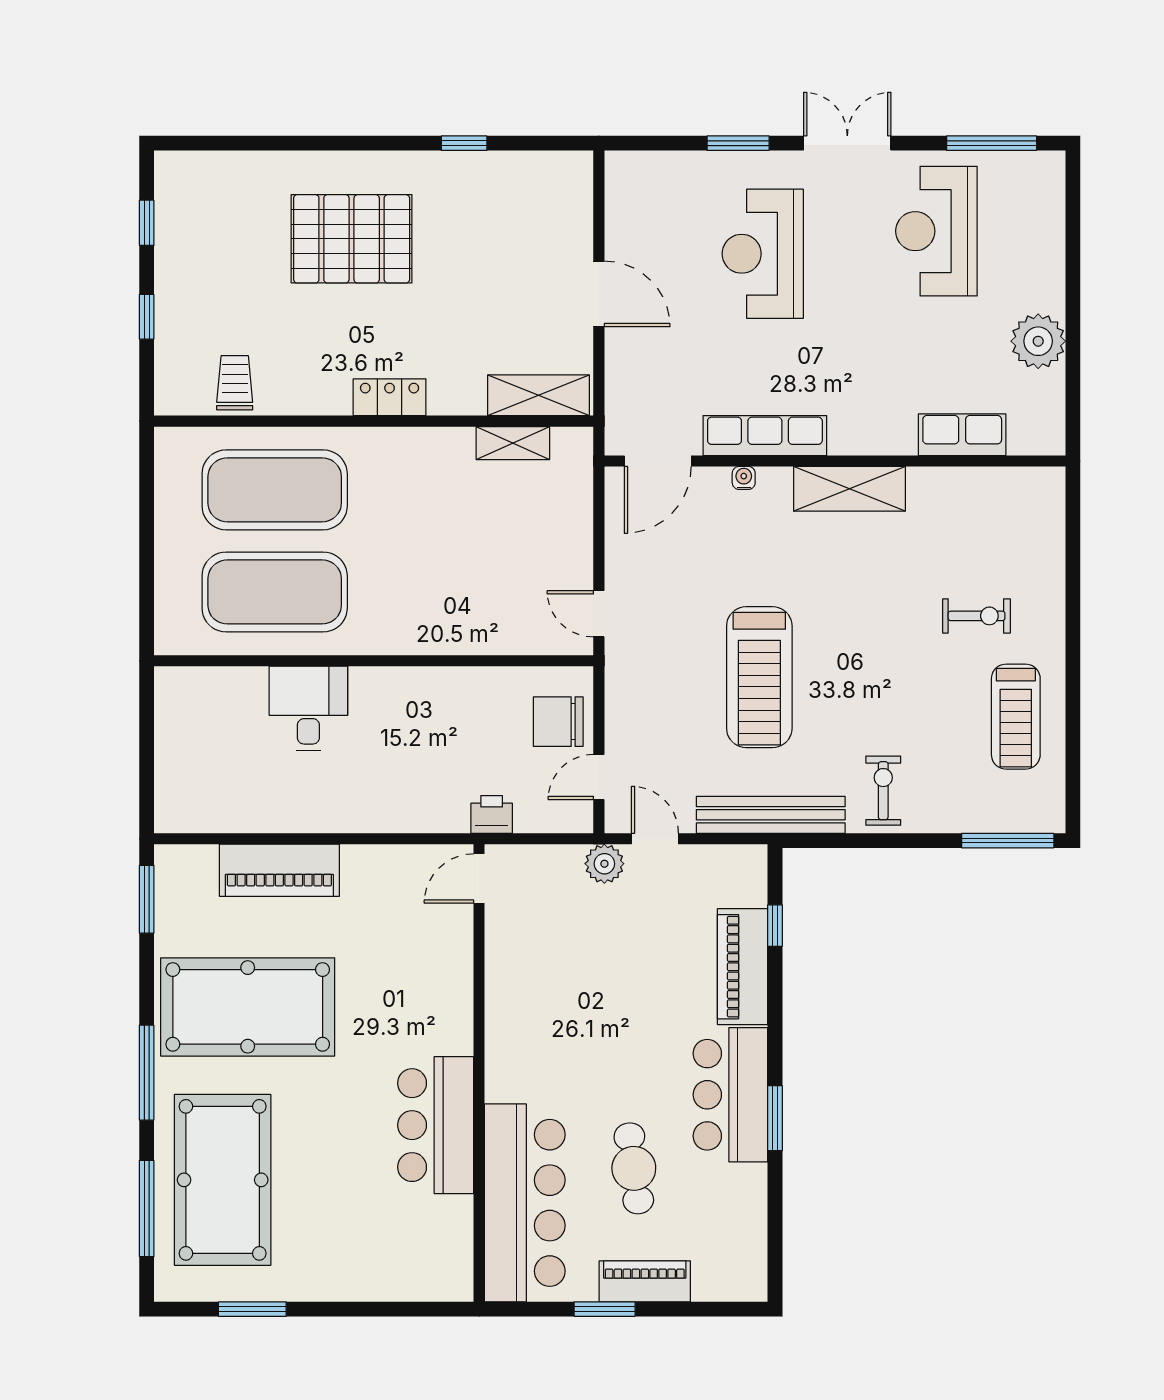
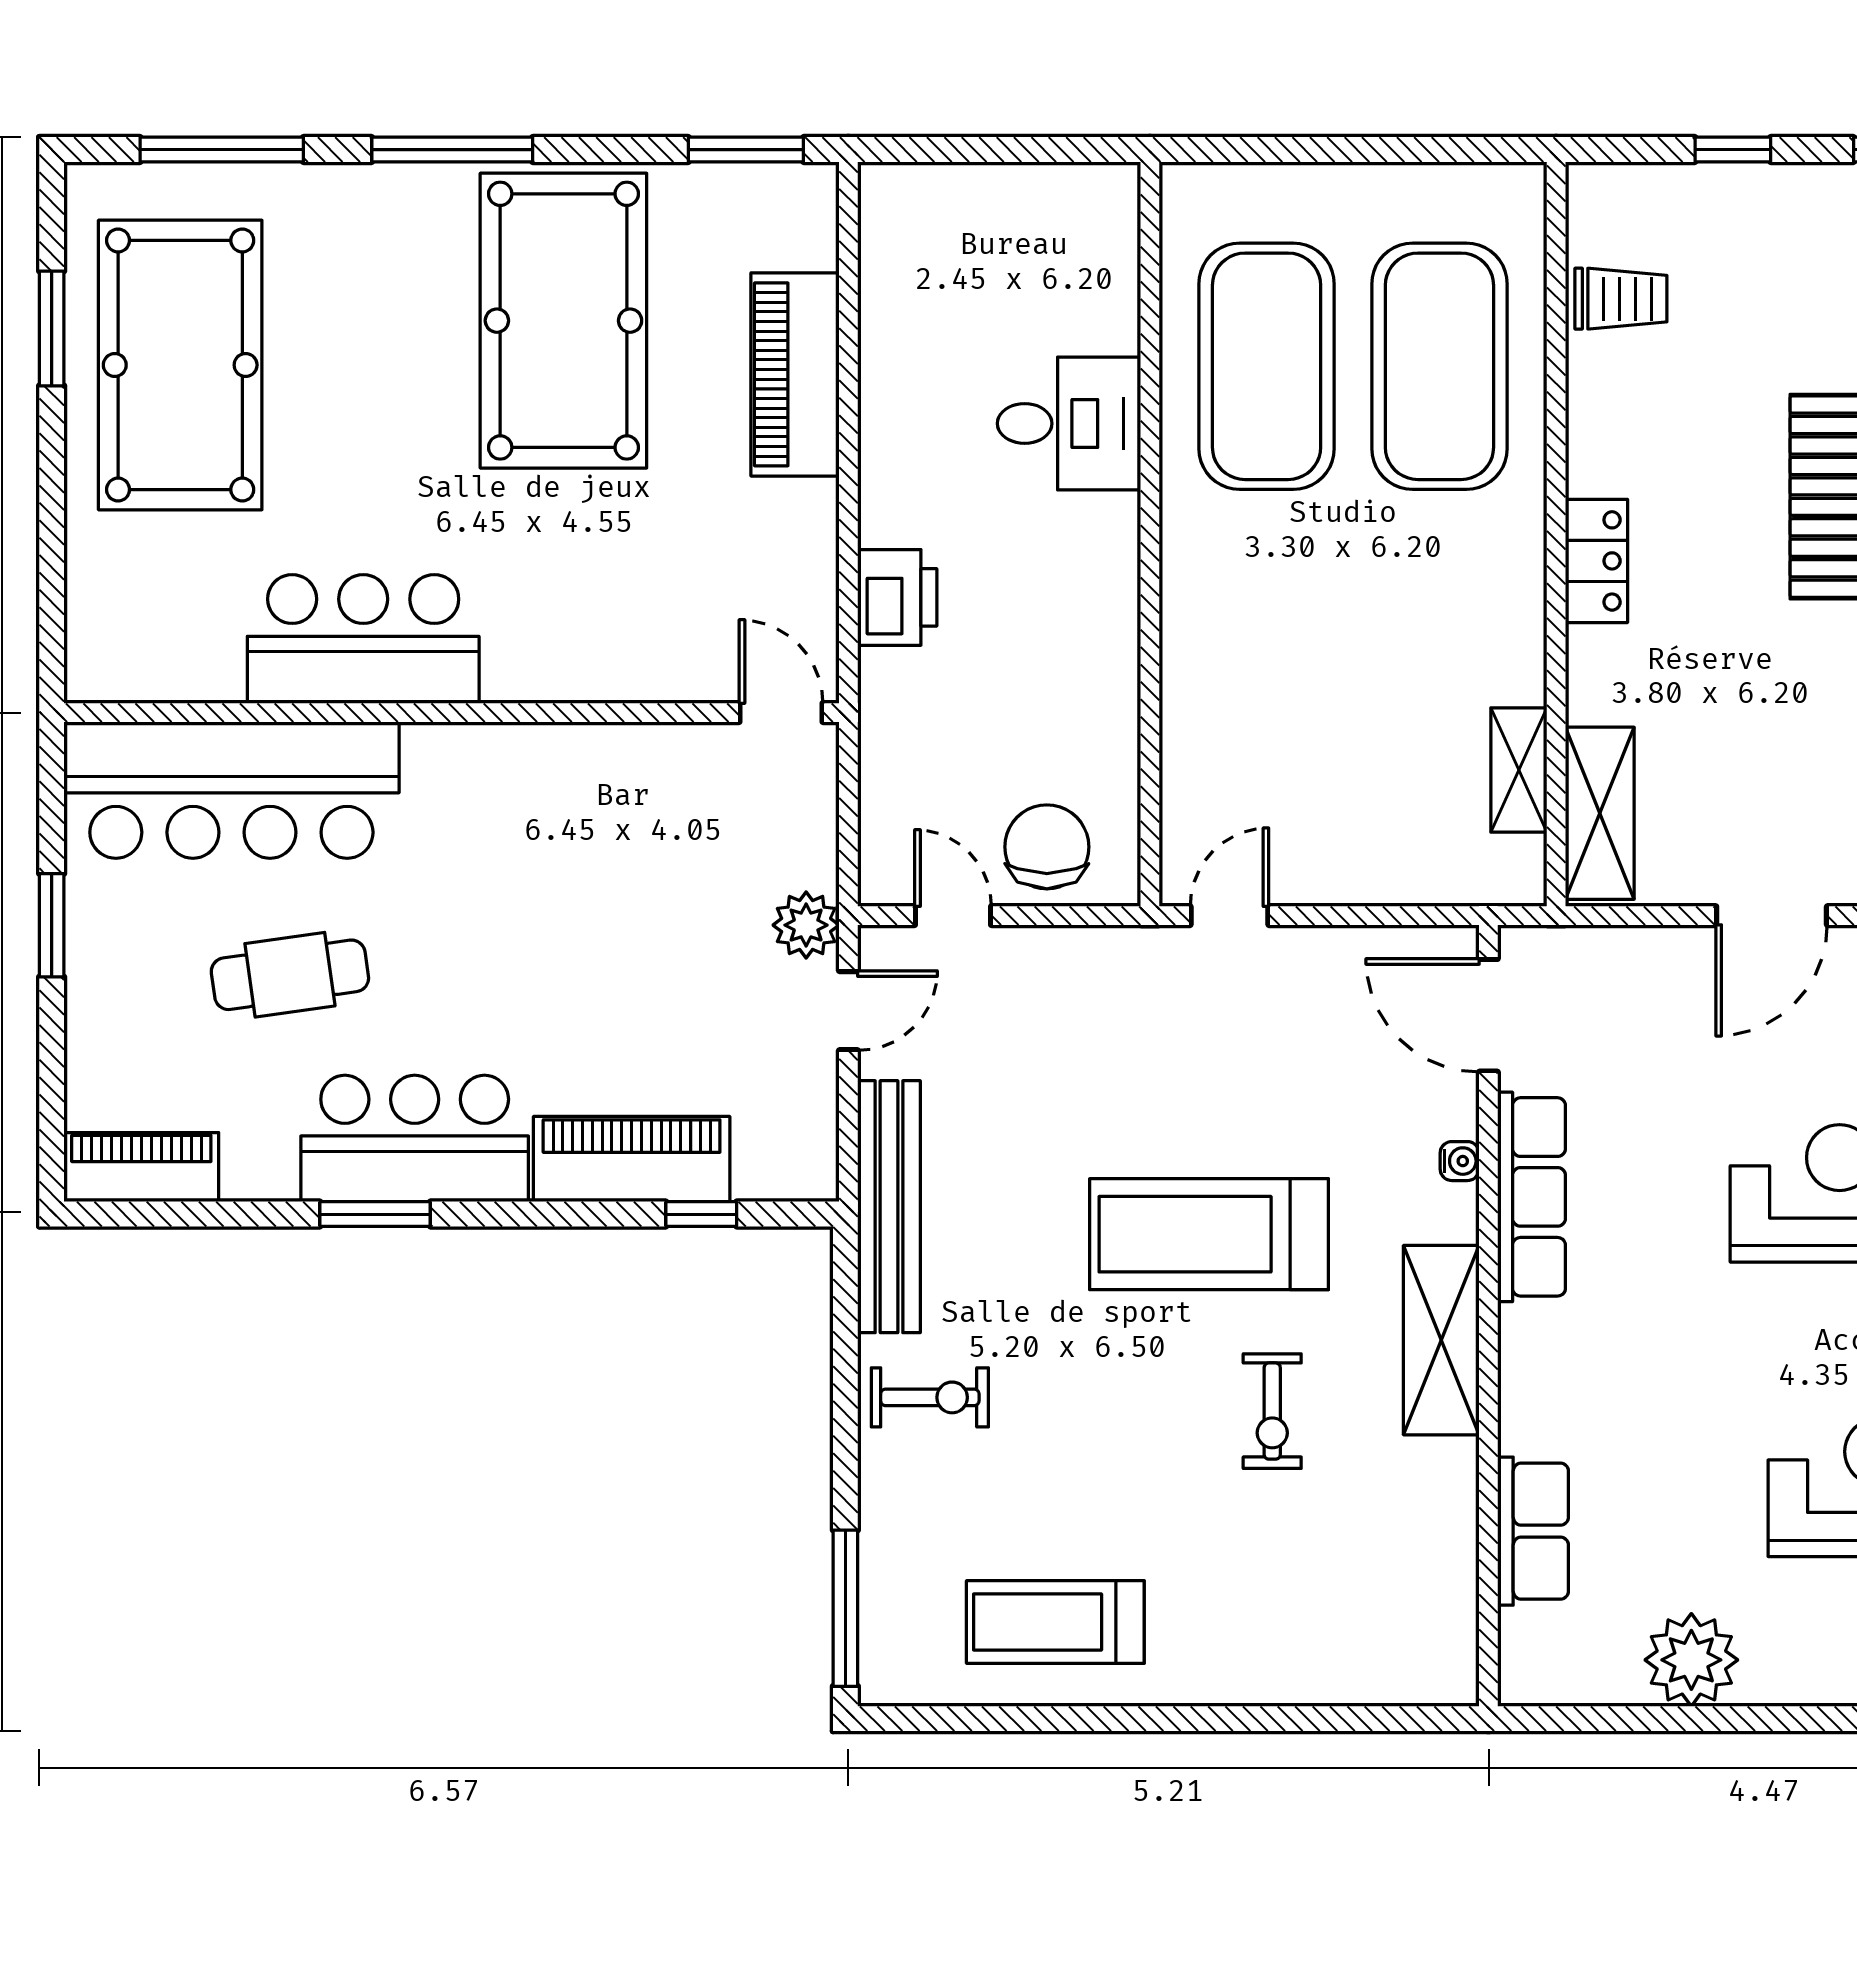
exercise bike: (977, 616) -> (1272, 1411), moved
treadmill: (759, 677) -> (1209, 1234), moved
printer: (492, 814) -> (897, 597), moved, width x1.36, depth x1.24
pool table: (223, 1180) -> (180, 365), moved, turned 90
piano: (645, 1281) -> (141, 1167), moved, turned -90

